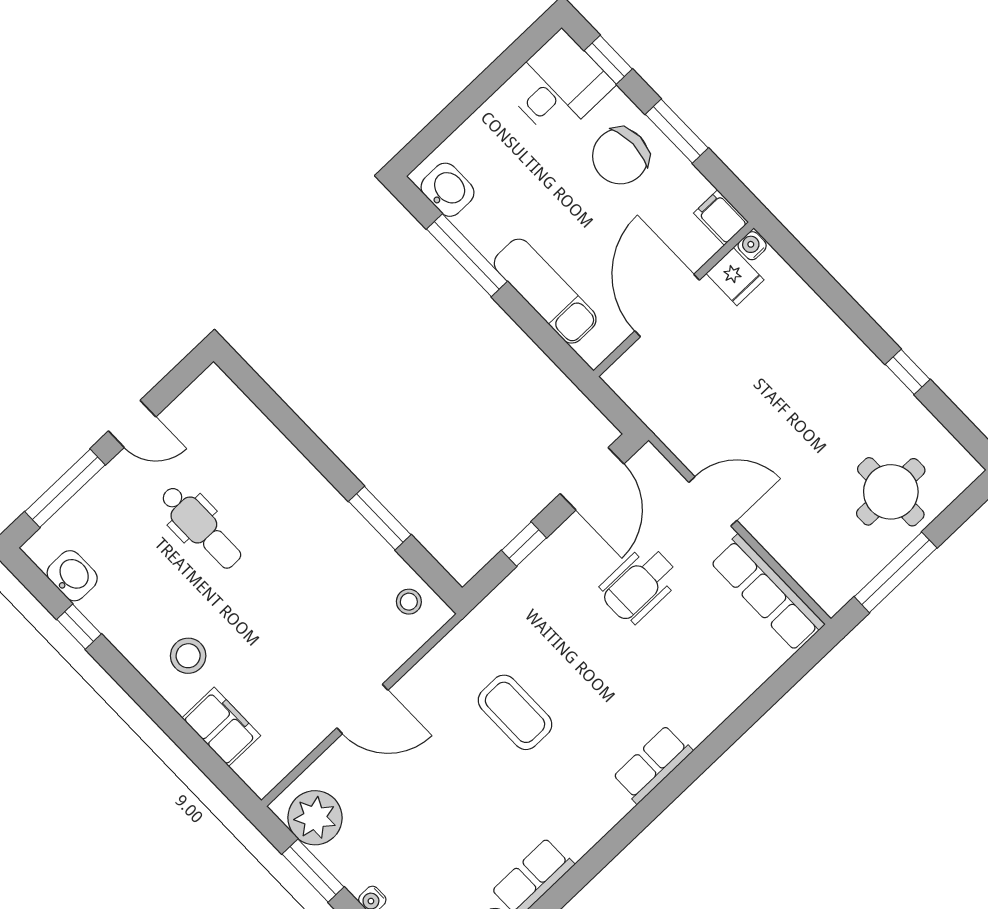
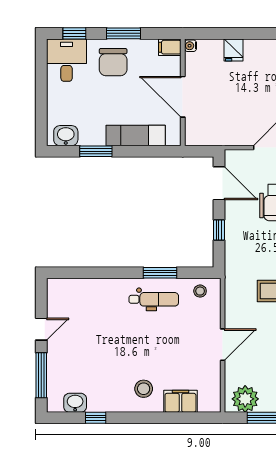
window: (467, 255) -> (96, 151), width x0.69
fridge: (735, 277) -> (234, 50), moved, turned 90
dental chair: (201, 527) -> (154, 299), moved

